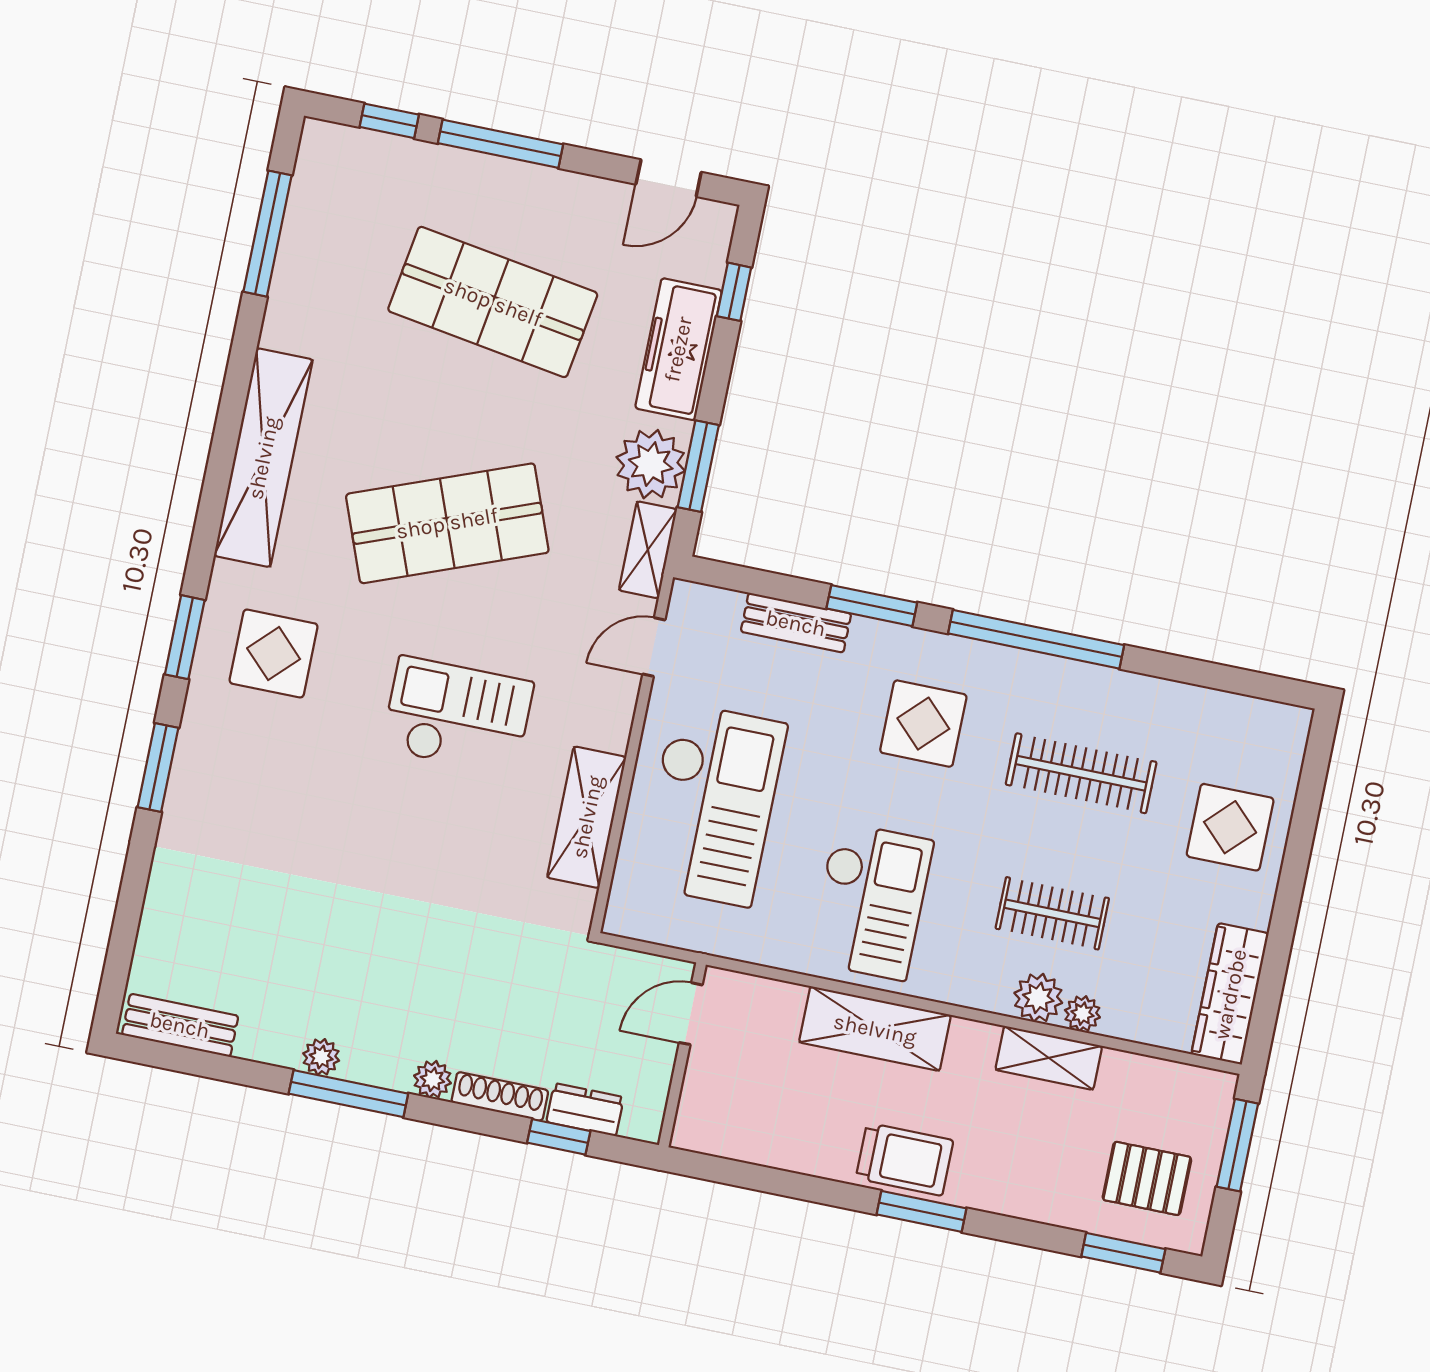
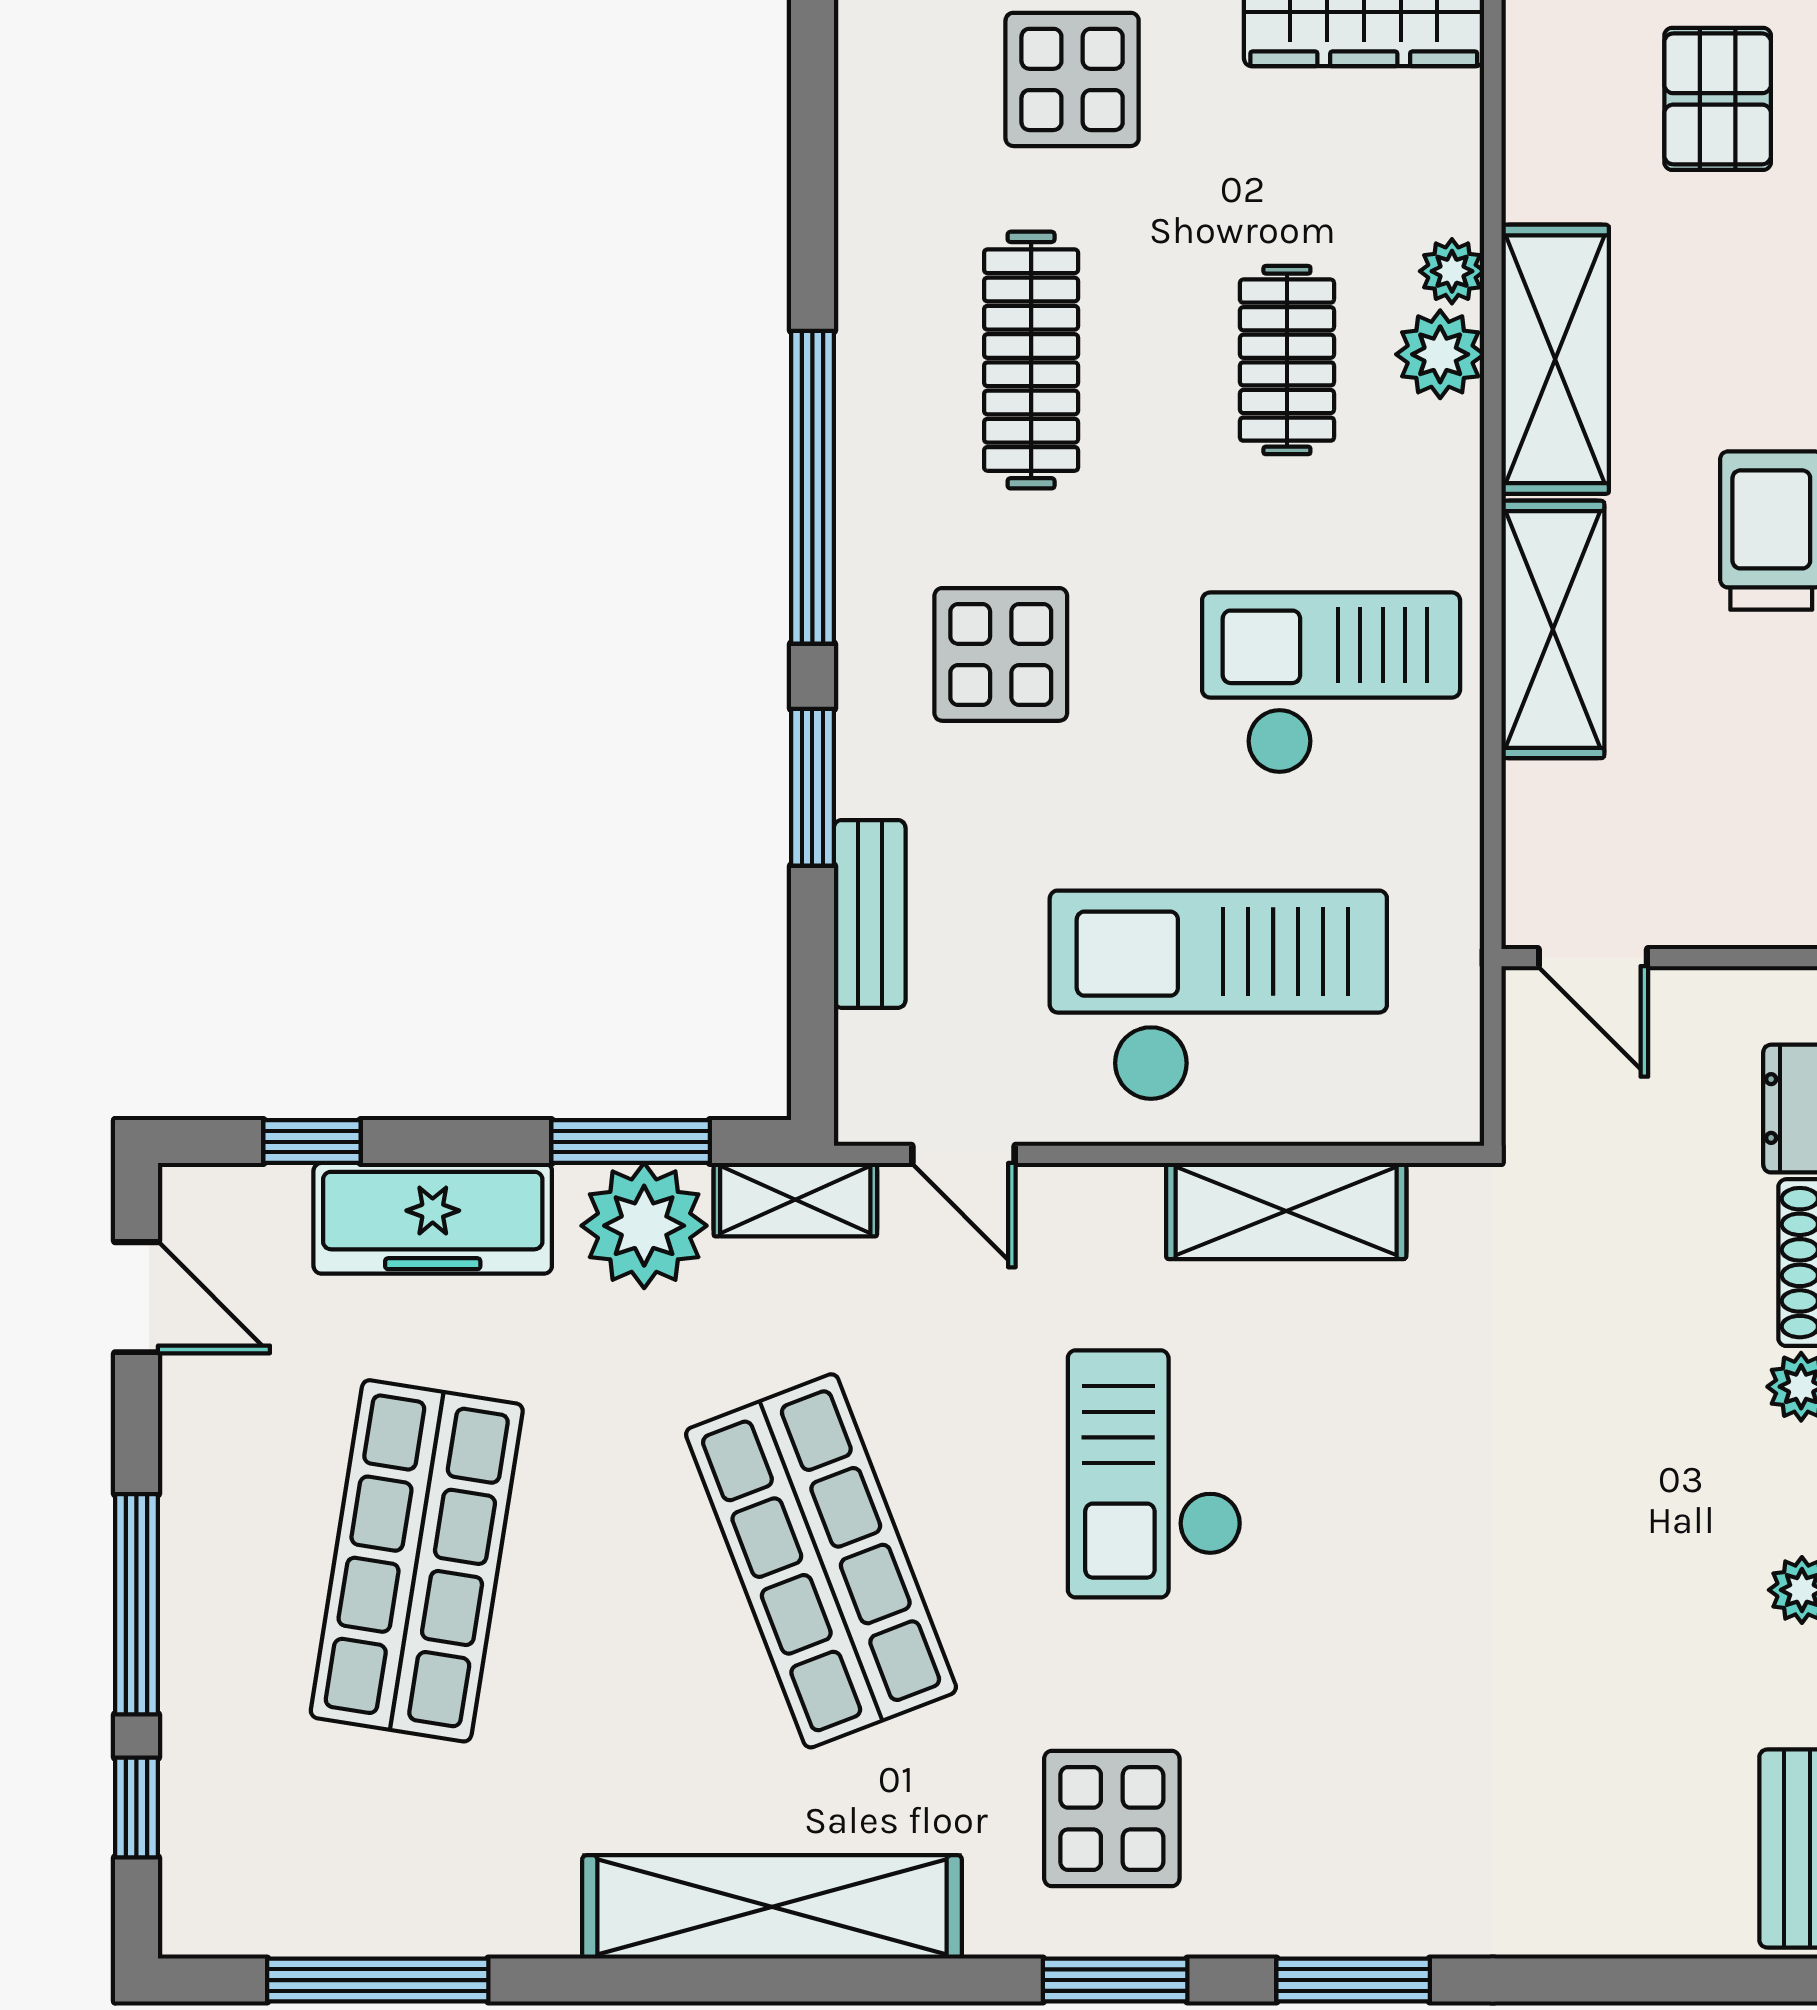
shelving: (1049, 1058) -> (1555, 359), width x1.50, depth x1.33

